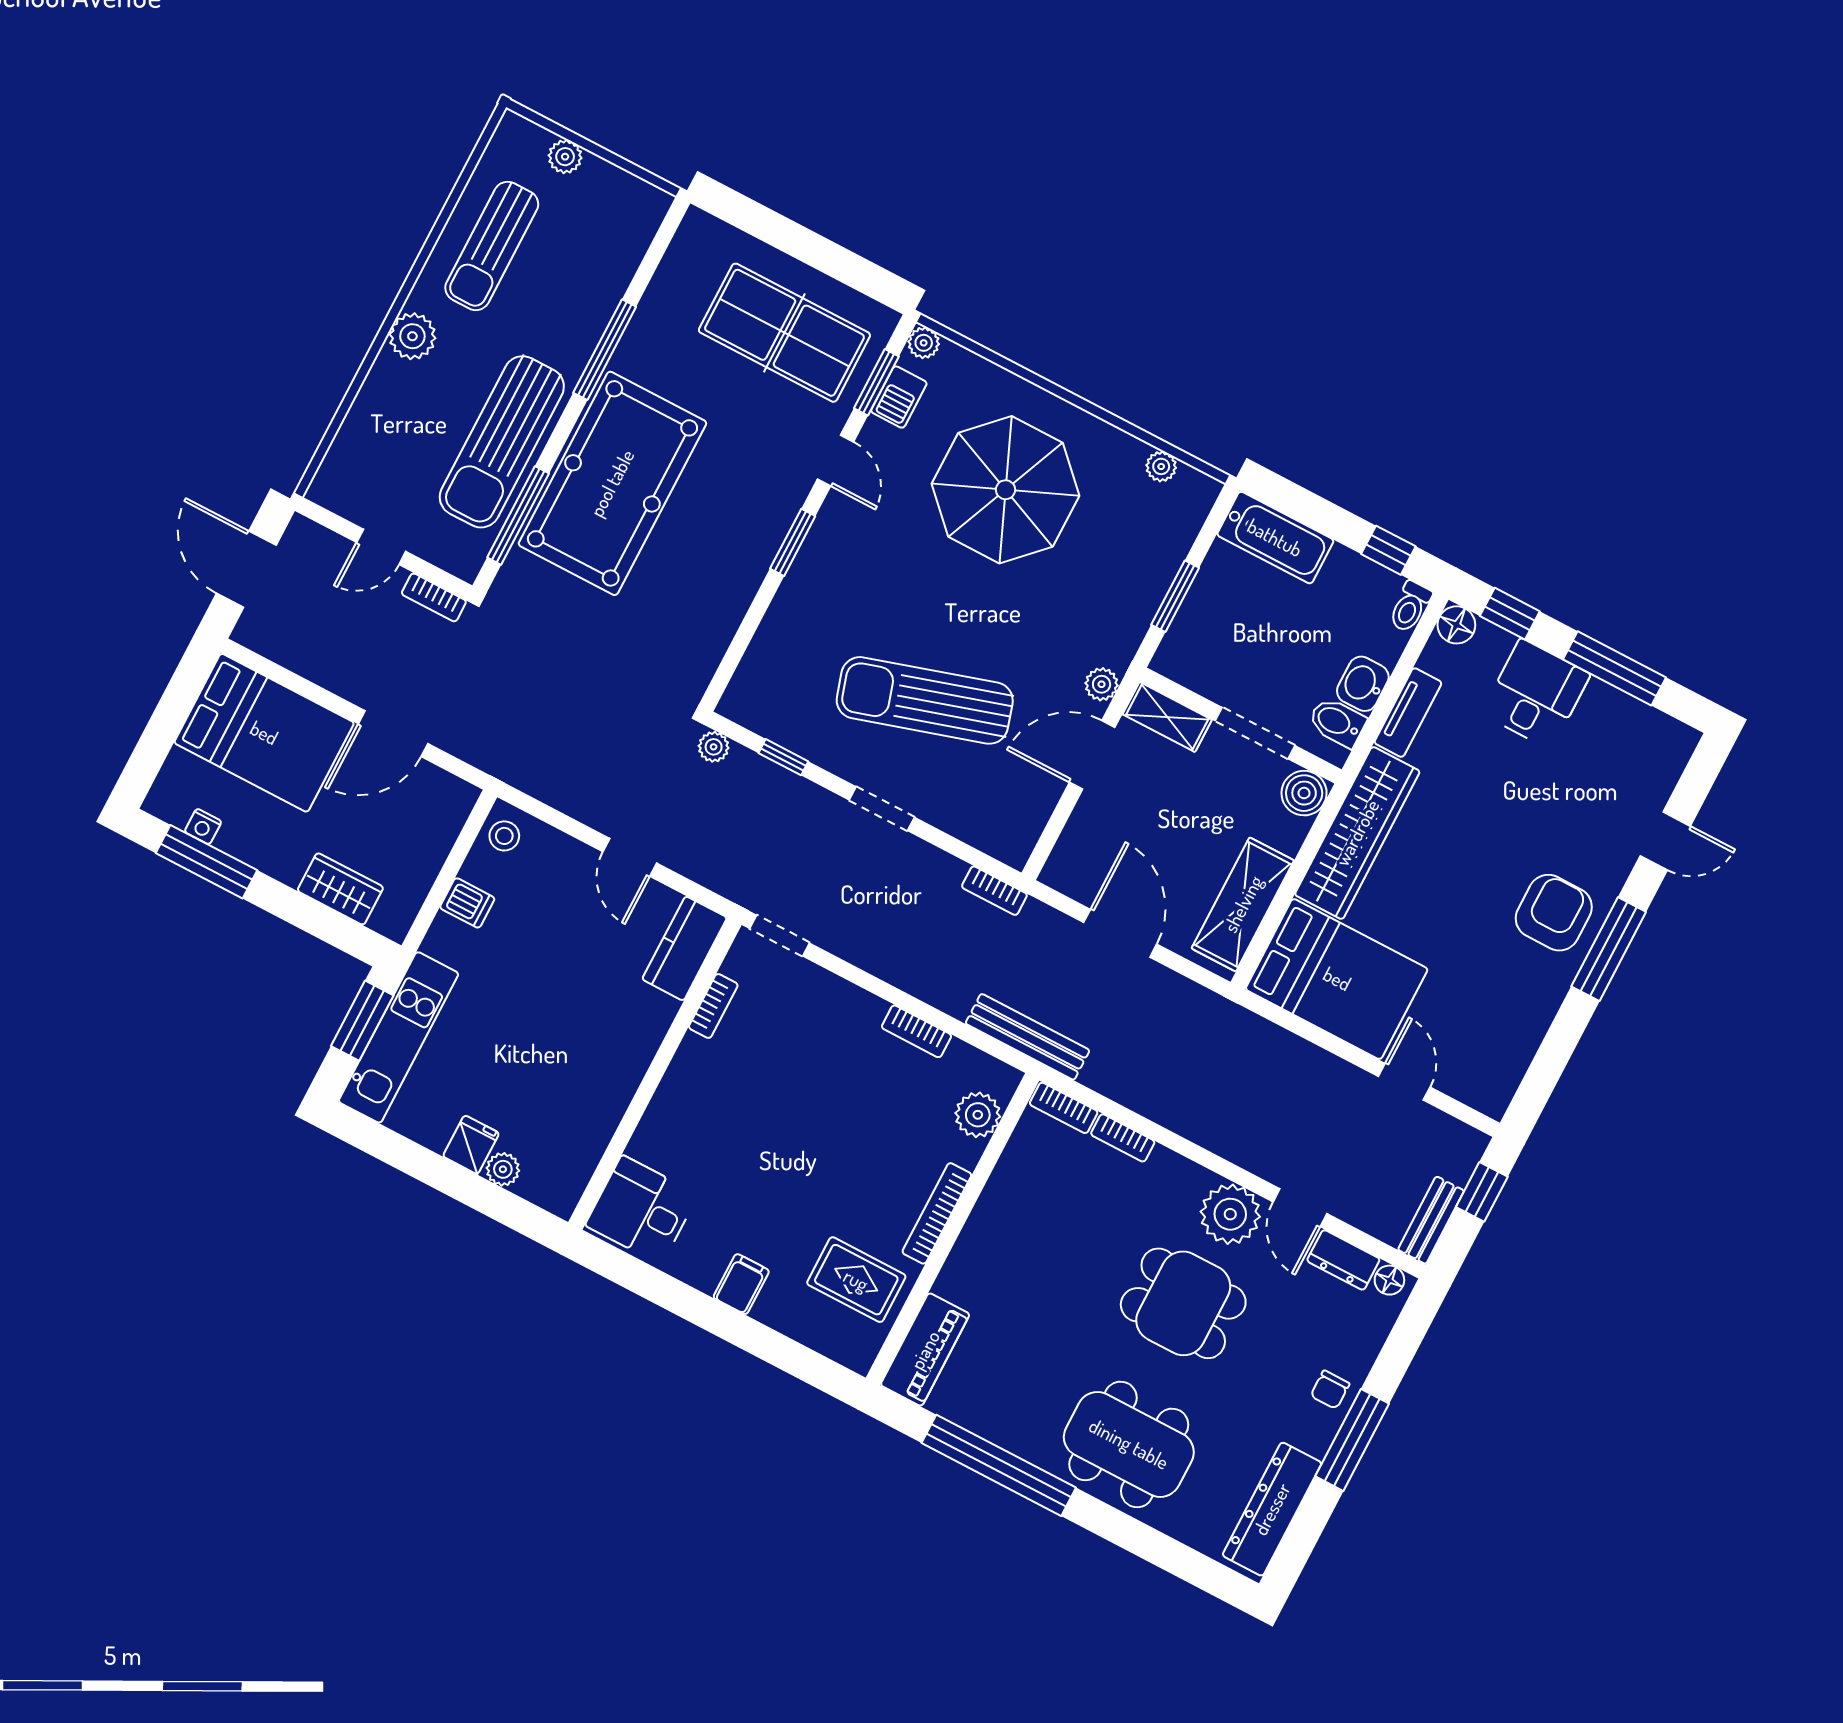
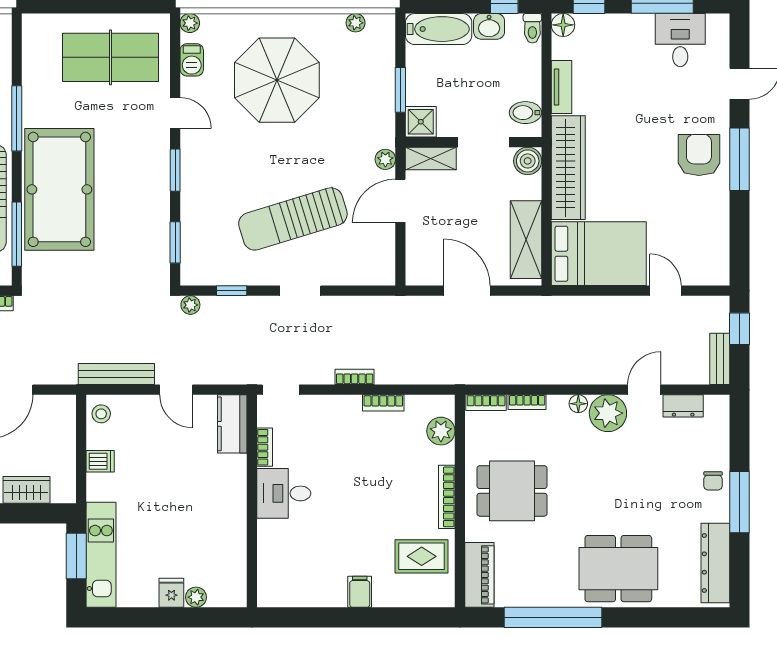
window: (876, 382) -> (175, 242), moved
shower: (1180, 657) -> (421, 122), added
washbasin: (1363, 684) -> (489, 26), moved, turned -90
desk: (1536, 694) -> (680, 40), moved
bookcase: (994, 891) -> (355, 377), moved, turned 180
bench: (1028, 1037) -> (116, 374), moved
door: (1300, 1208) -> (644, 390), swing flipped
desk: (642, 1210) -> (284, 493), moved
floor lamp: (1389, 1280) -> (578, 404), moved
dining table: (1183, 1303) -> (512, 491), moved

